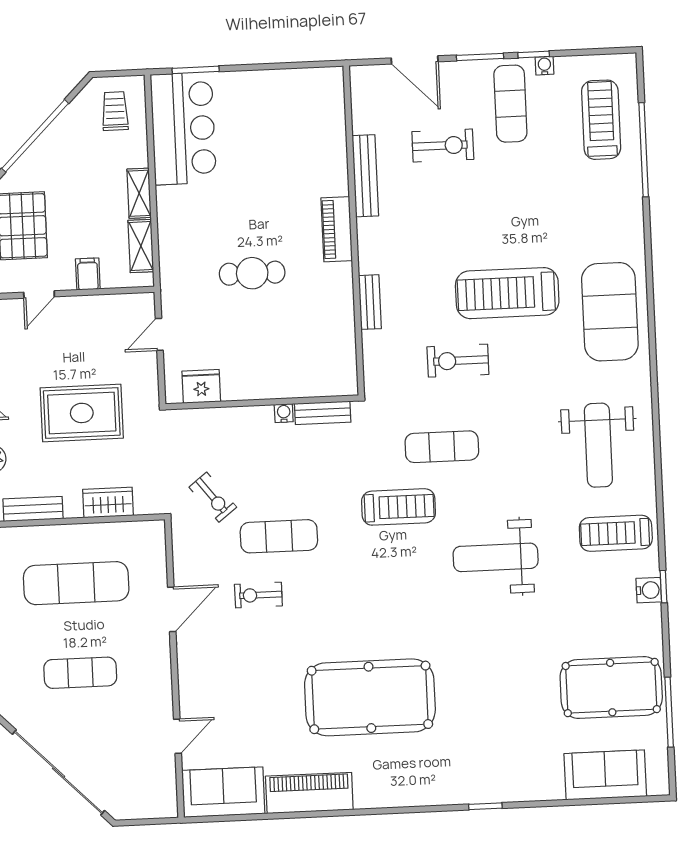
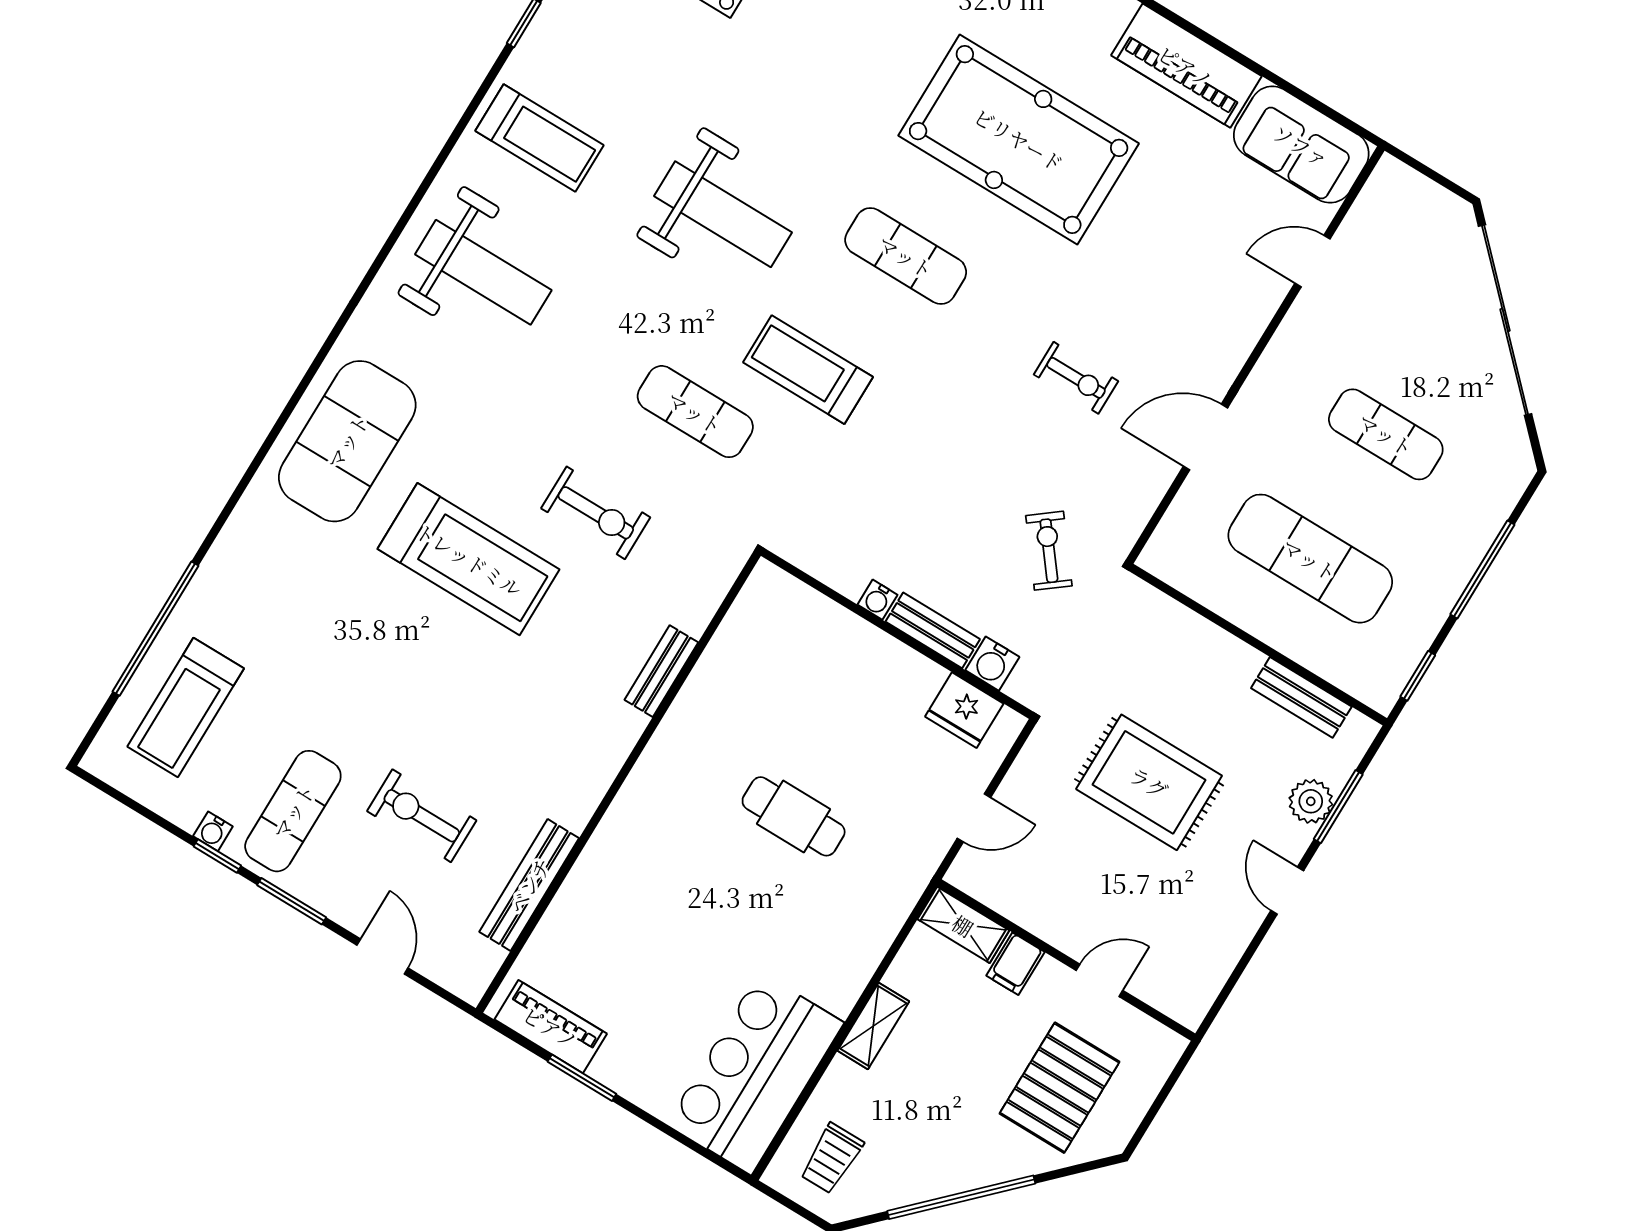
door: (415, 60) -> (382, 956), width x0.73
window: (196, 70) -> (582, 1078), moved
bench: (365, 176) -> (529, 885), moved
piano: (337, 229) -> (551, 1027), moved, turned -90
shelving: (141, 246) -> (963, 925), moved, turned 90
bench: (323, 413) -> (933, 630), moved
weight bench: (598, 445) -> (483, 272), turned 90
wardrobe: (108, 502) -> (1195, 638), removed
exercise mat: (279, 536) -> (906, 256), moved
water cooler: (649, 590) -> (992, 664), moved, turned -90

